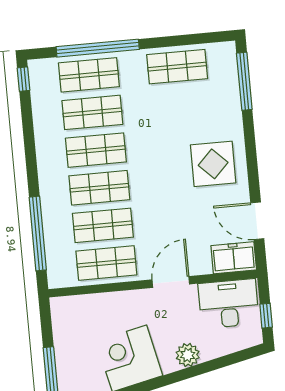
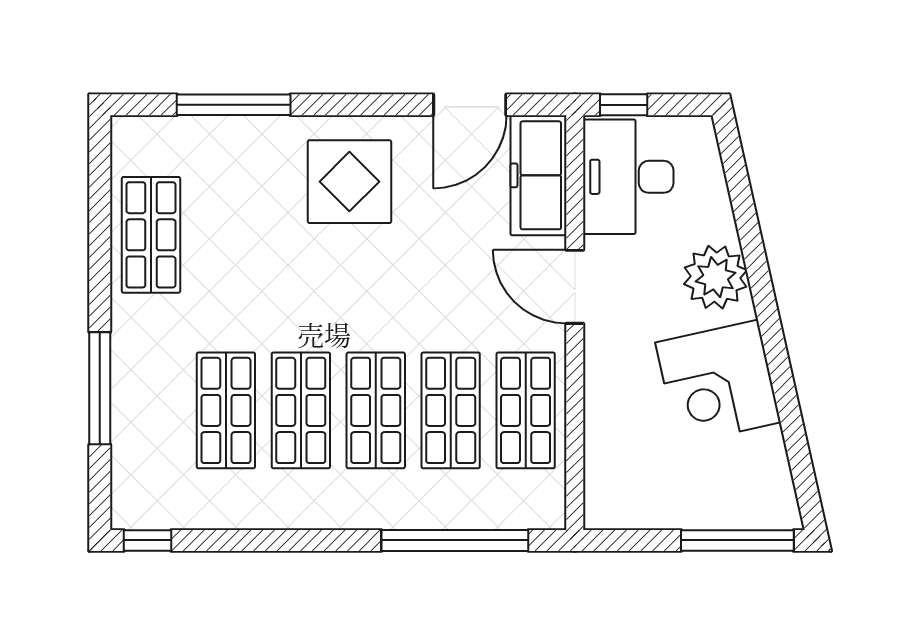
window: (98, 48) -> (100, 388), width x0.68
shop shelf: (89, 75) -> (151, 410), removed
window: (244, 81) -> (234, 105), moved
freezer: (234, 258) -> (539, 175), width x1.40
window: (266, 316) -> (624, 105), moved
plant: (188, 355) -> (716, 277), width x1.36, depth x1.36

